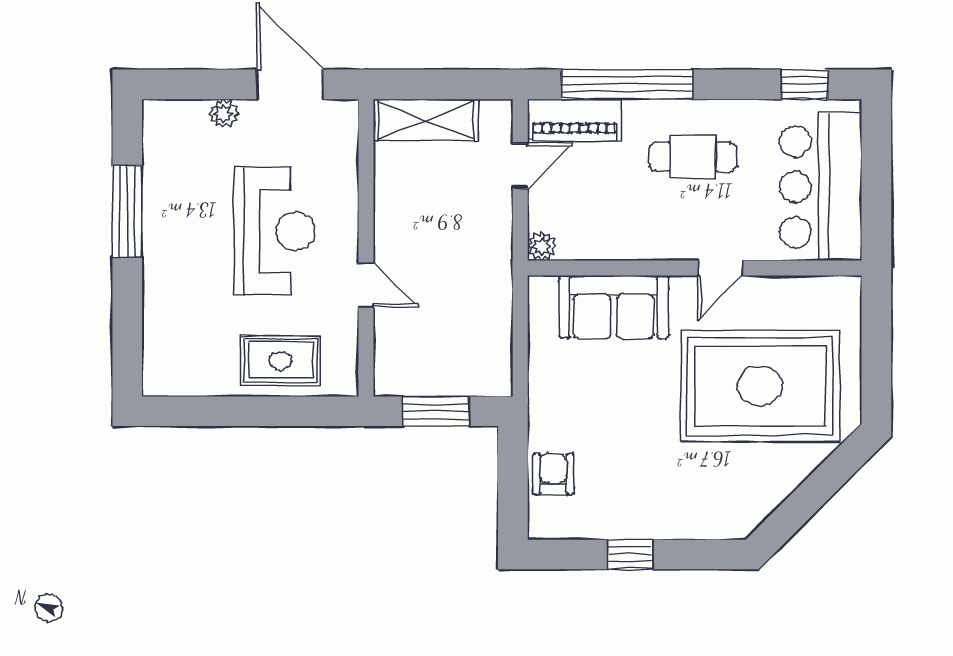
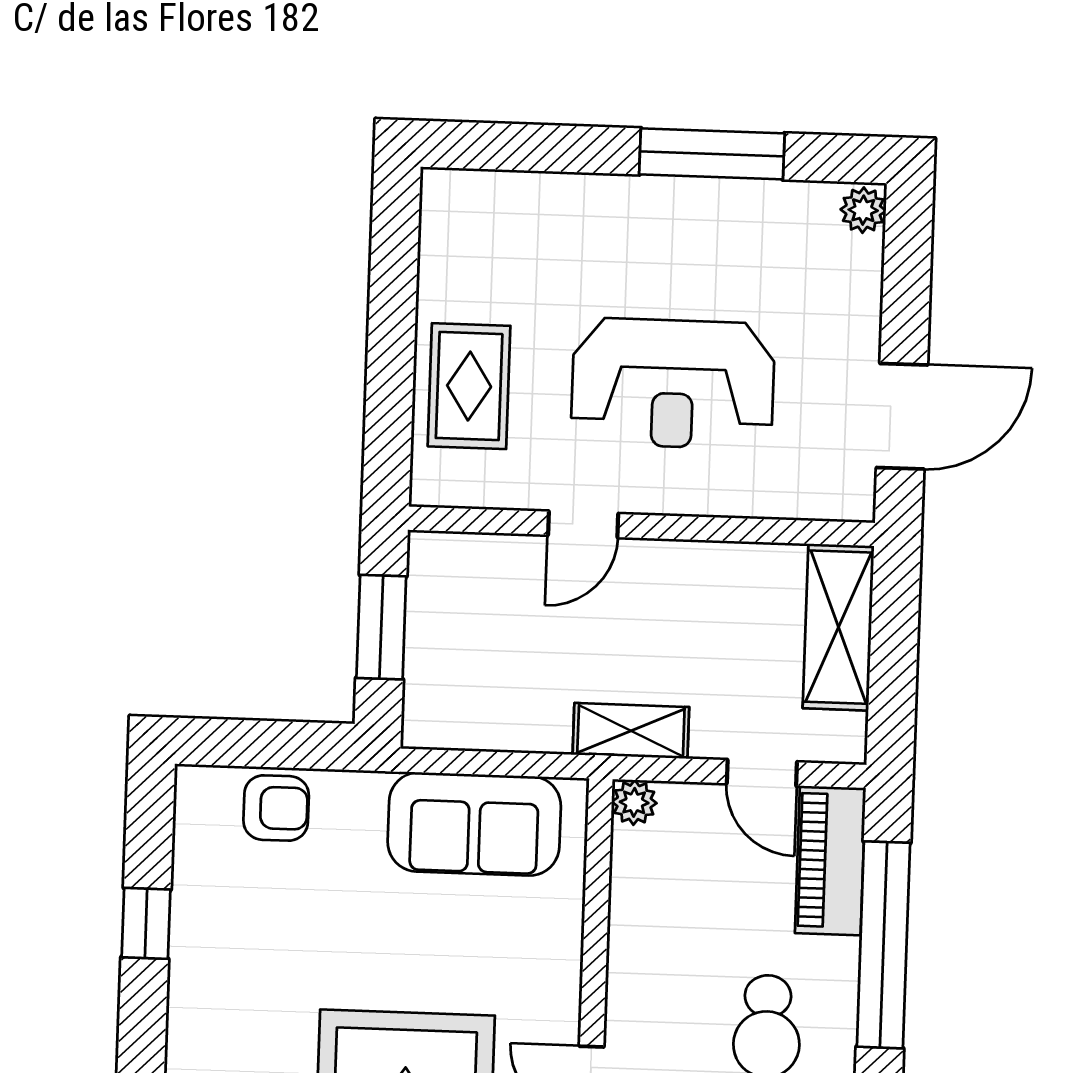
plant: (224, 114) -> (863, 210), moved
shelving: (496, 250) -> (631, 731), added
sofa: (614, 307) -> (474, 824), moved, turned -90

